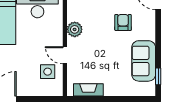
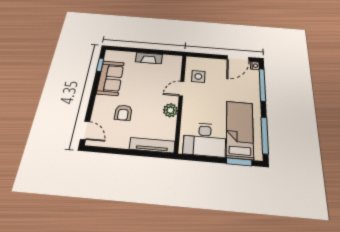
door: (65, 55) -> (182, 89), swing flipped
fireplace: (88, 90) -> (149, 58), moved

